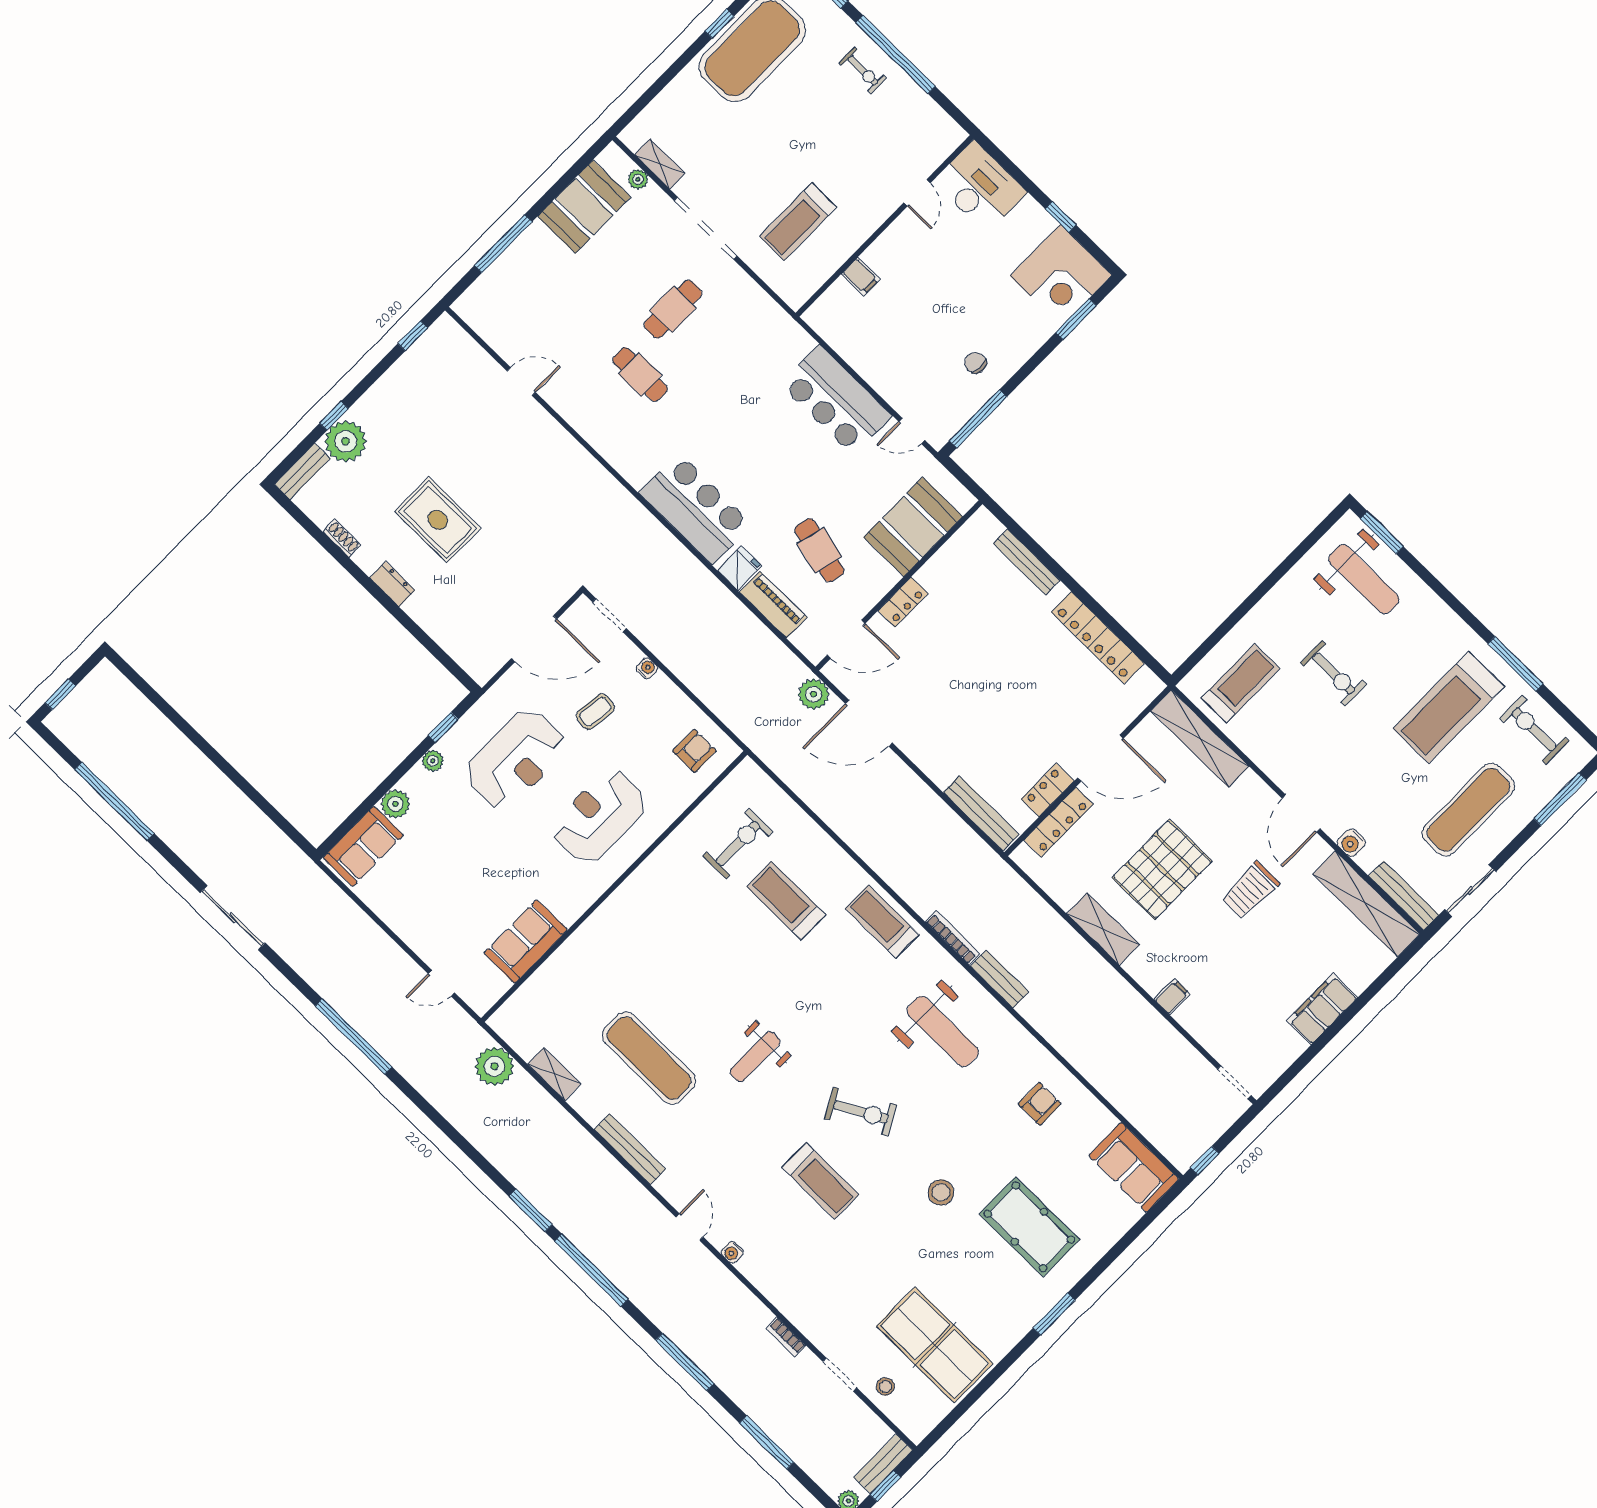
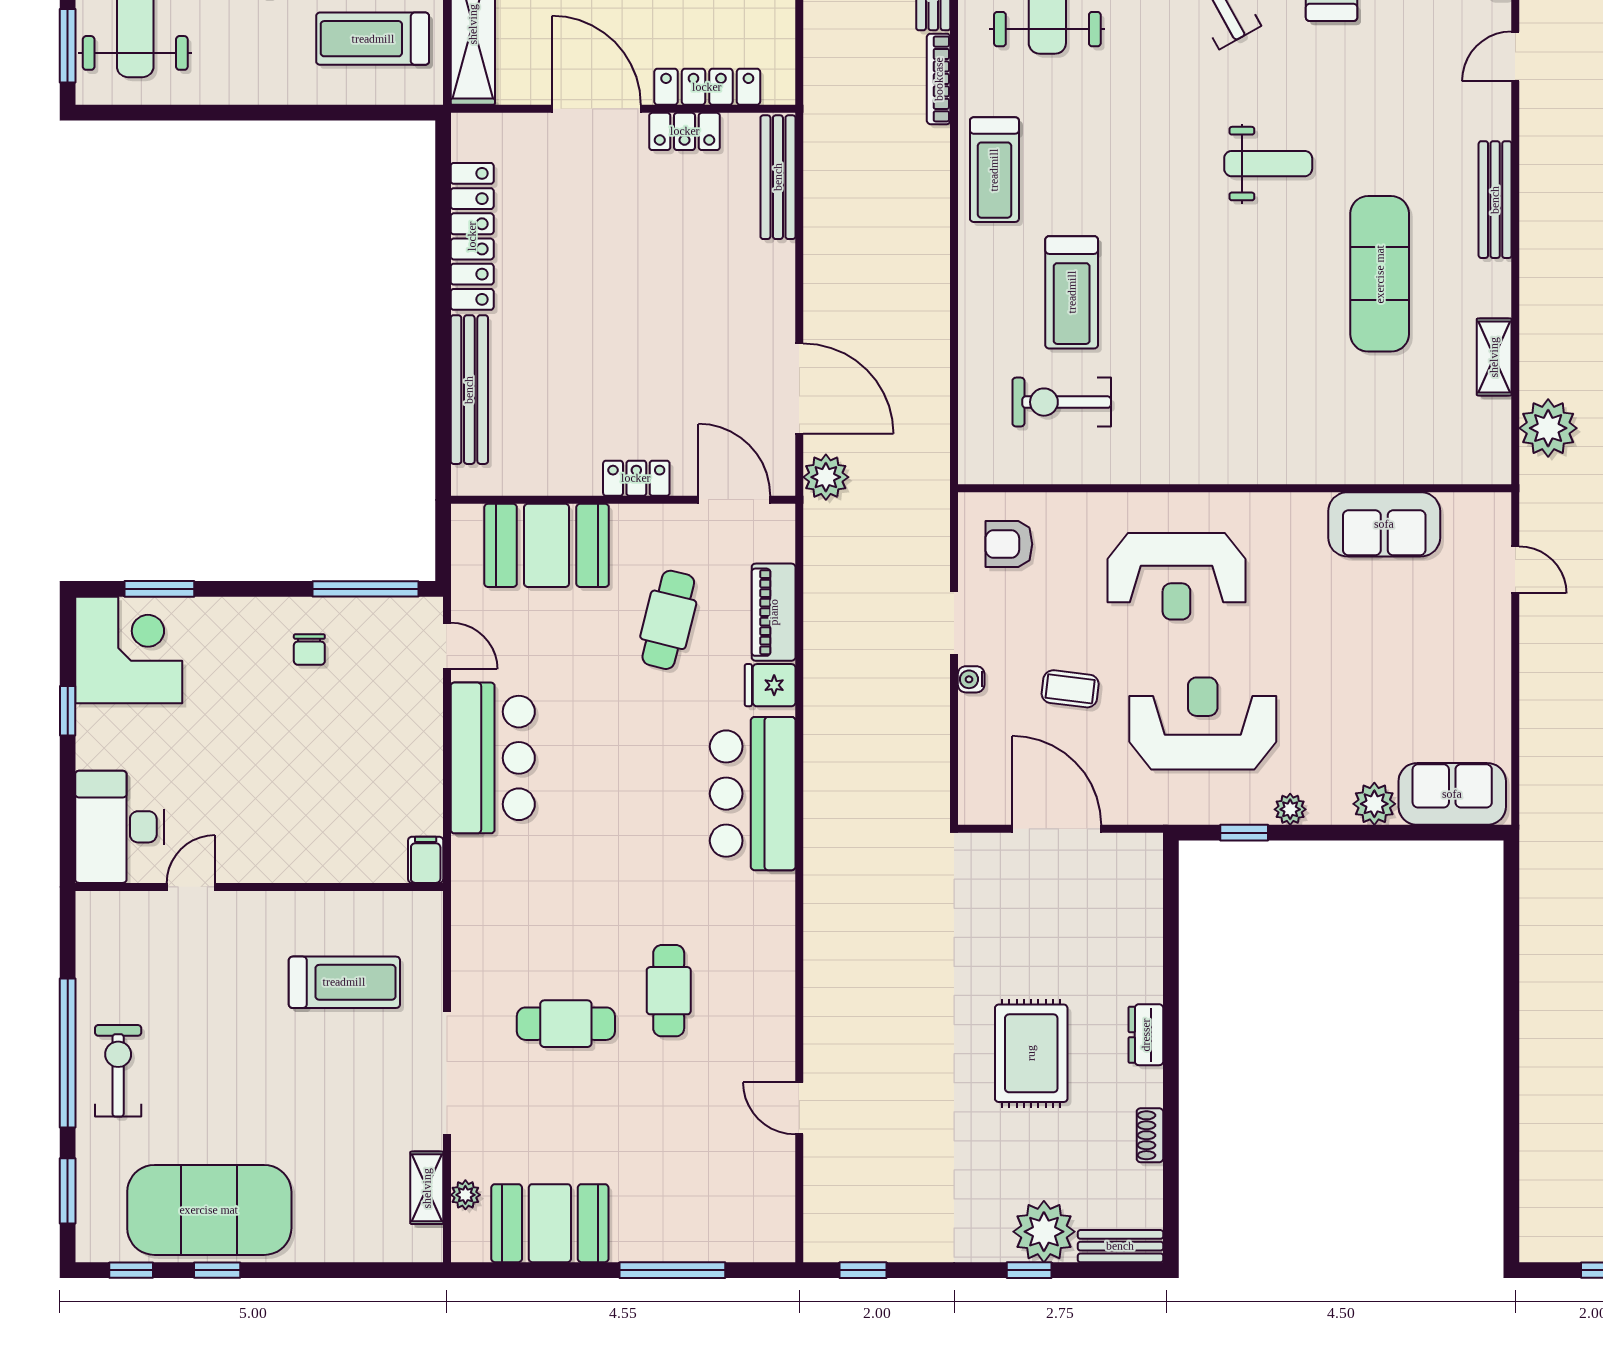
exercise bike: (863, 70) -> (118, 1071), width x1.38, depth x1.39
filing cabinet: (861, 276) -> (426, 860), moved
bench: (1027, 562) -> (469, 390), width x1.37, depth x1.21
doorway: (609, 615) -> (954, 623), moved

